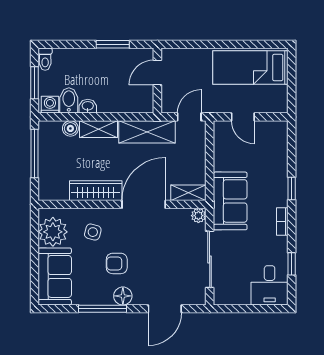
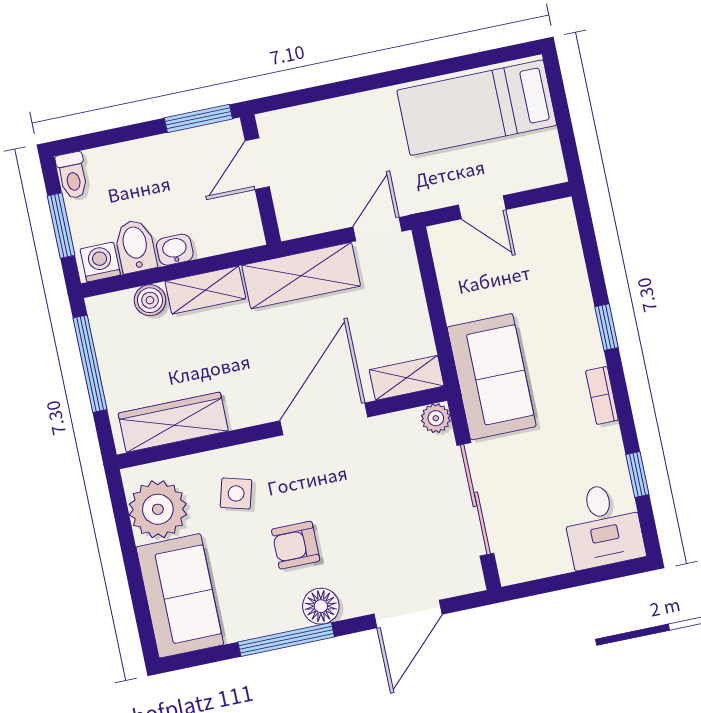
door: (157, 72) -> (257, 164), moved
wall: (157, 81) -> (260, 180), moved
wardrobe: (96, 191) -> (173, 422), moved

